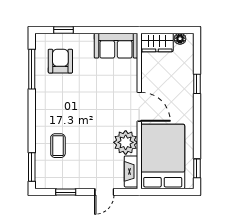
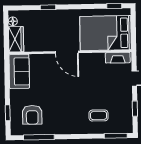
armchair: (60, 61) -> (32, 115), turned -90
door: (139, 107) -> (67, 52), swing flipped
plant: (126, 142) -> (95, 62), removed

